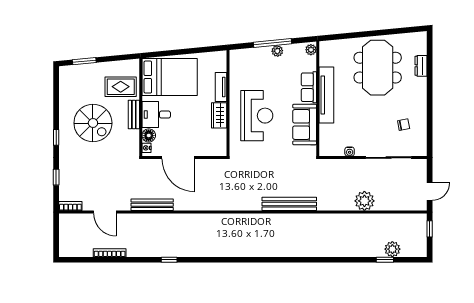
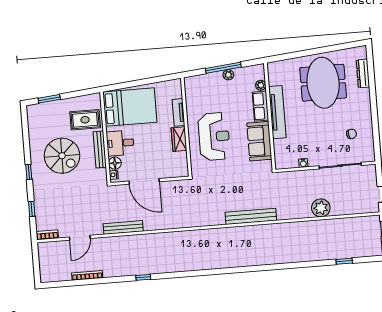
plant: (311, 50) -> (261, 85), moved
dresser: (421, 66) -> (363, 73), width x1.44
bench: (134, 114) -> (100, 150), width x1.36
door: (105, 212) -> (80, 238), hinge flipped
plant: (392, 249) -> (350, 251), removed

